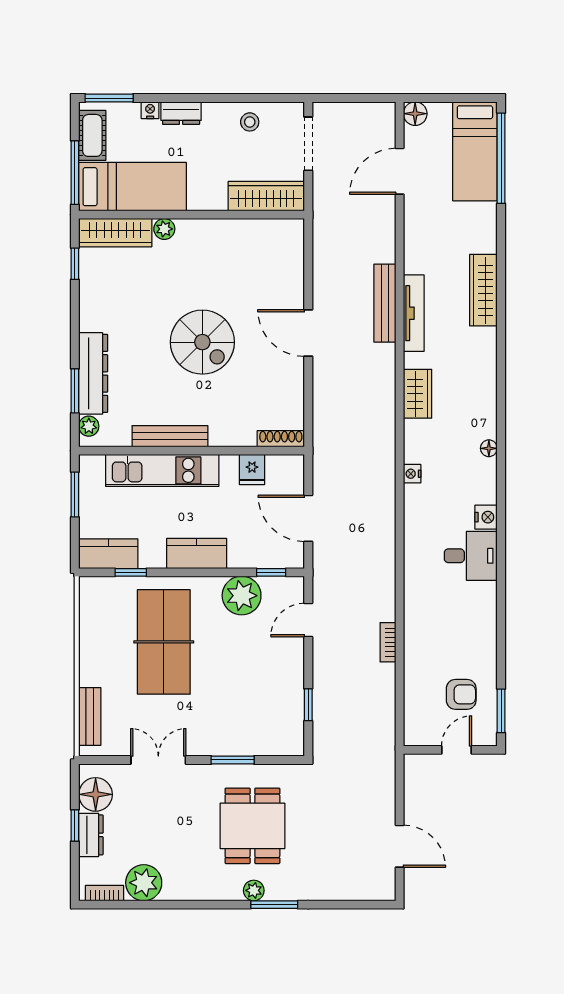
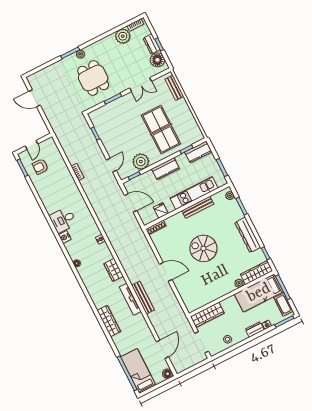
dresser: (93, 373) -> (248, 235), moved

